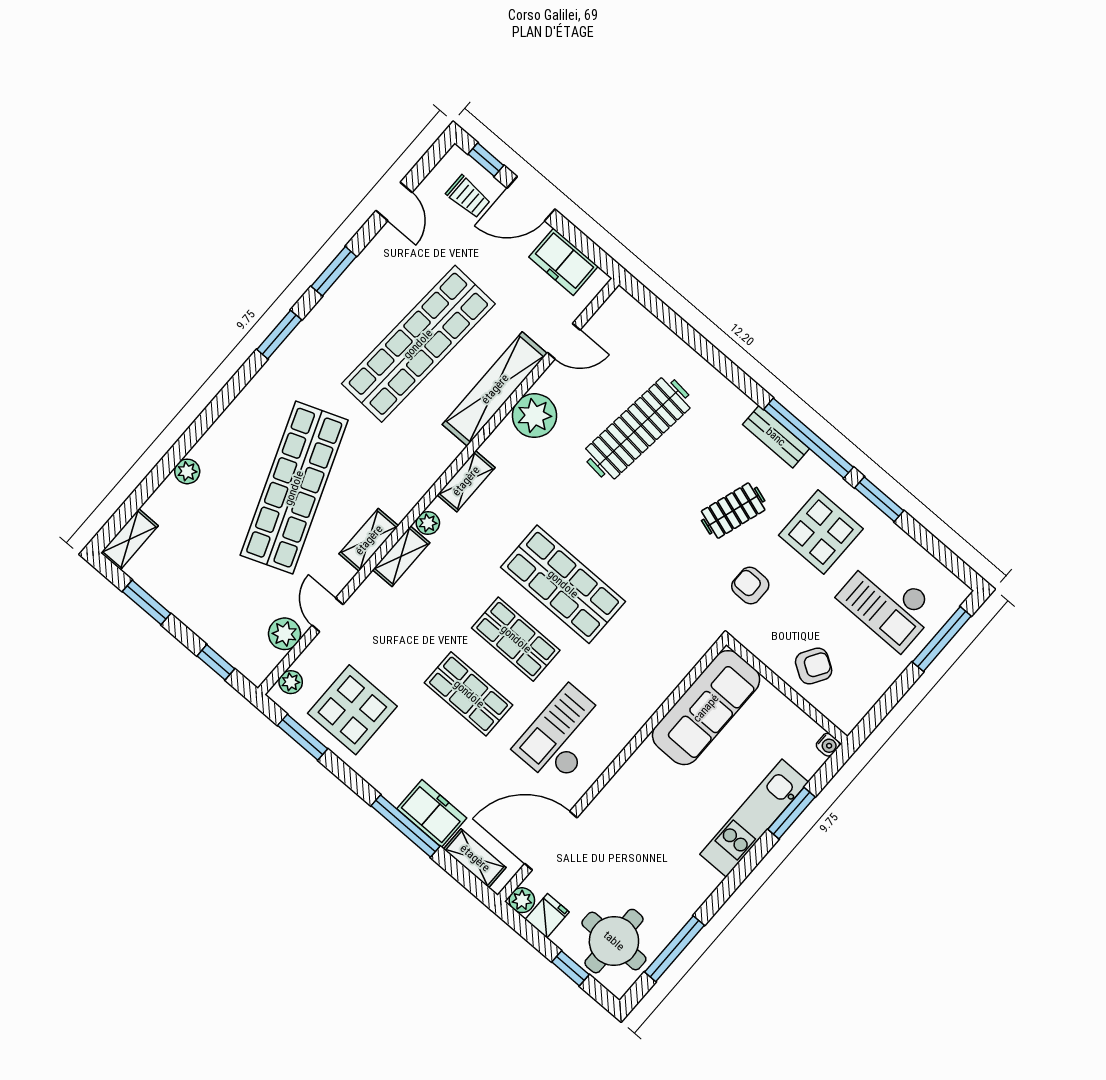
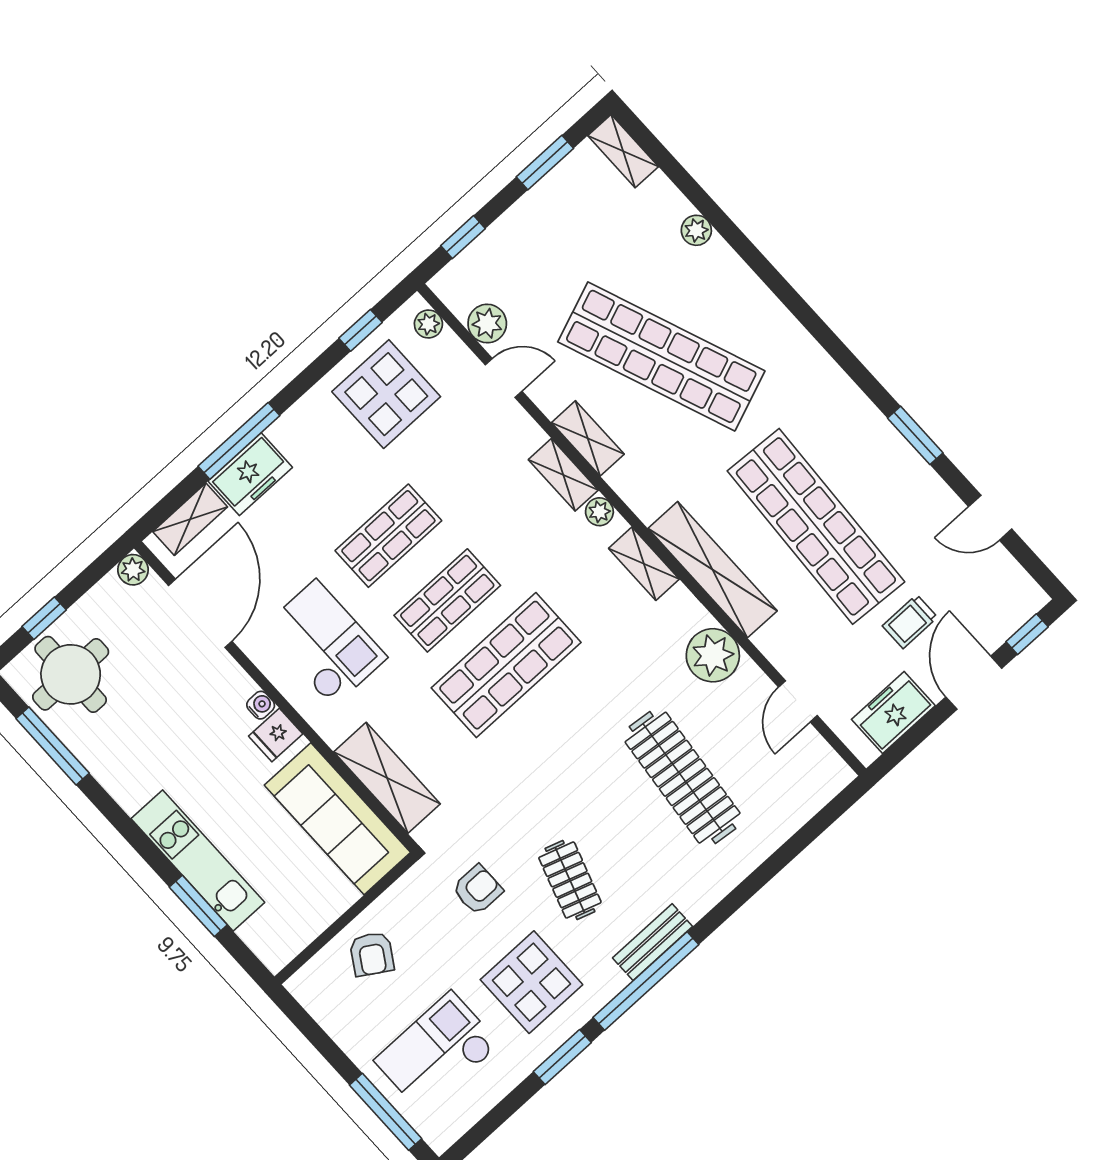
trolley: (468, 197) -> (910, 622), moved
window: (279, 335) -> (847, 361), removed
shelving: (495, 389) -> (713, 570), moved
shelving: (667, 671) -> (387, 778), added
window: (303, 737) -> (361, 330), width x0.67
water cooler: (828, 745) -> (261, 705), moved, turned 180
fridge: (547, 916) -> (276, 735), moved, turned 90

